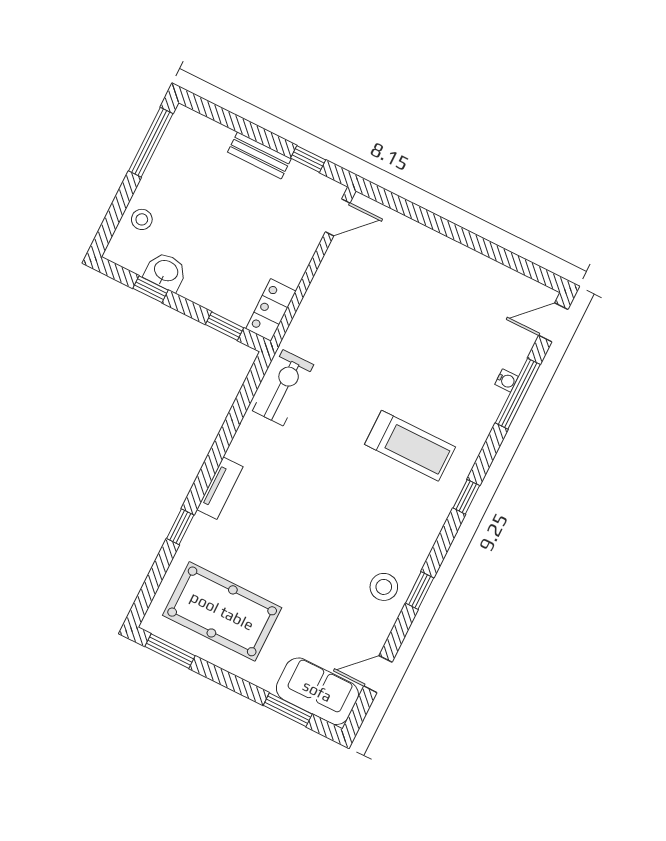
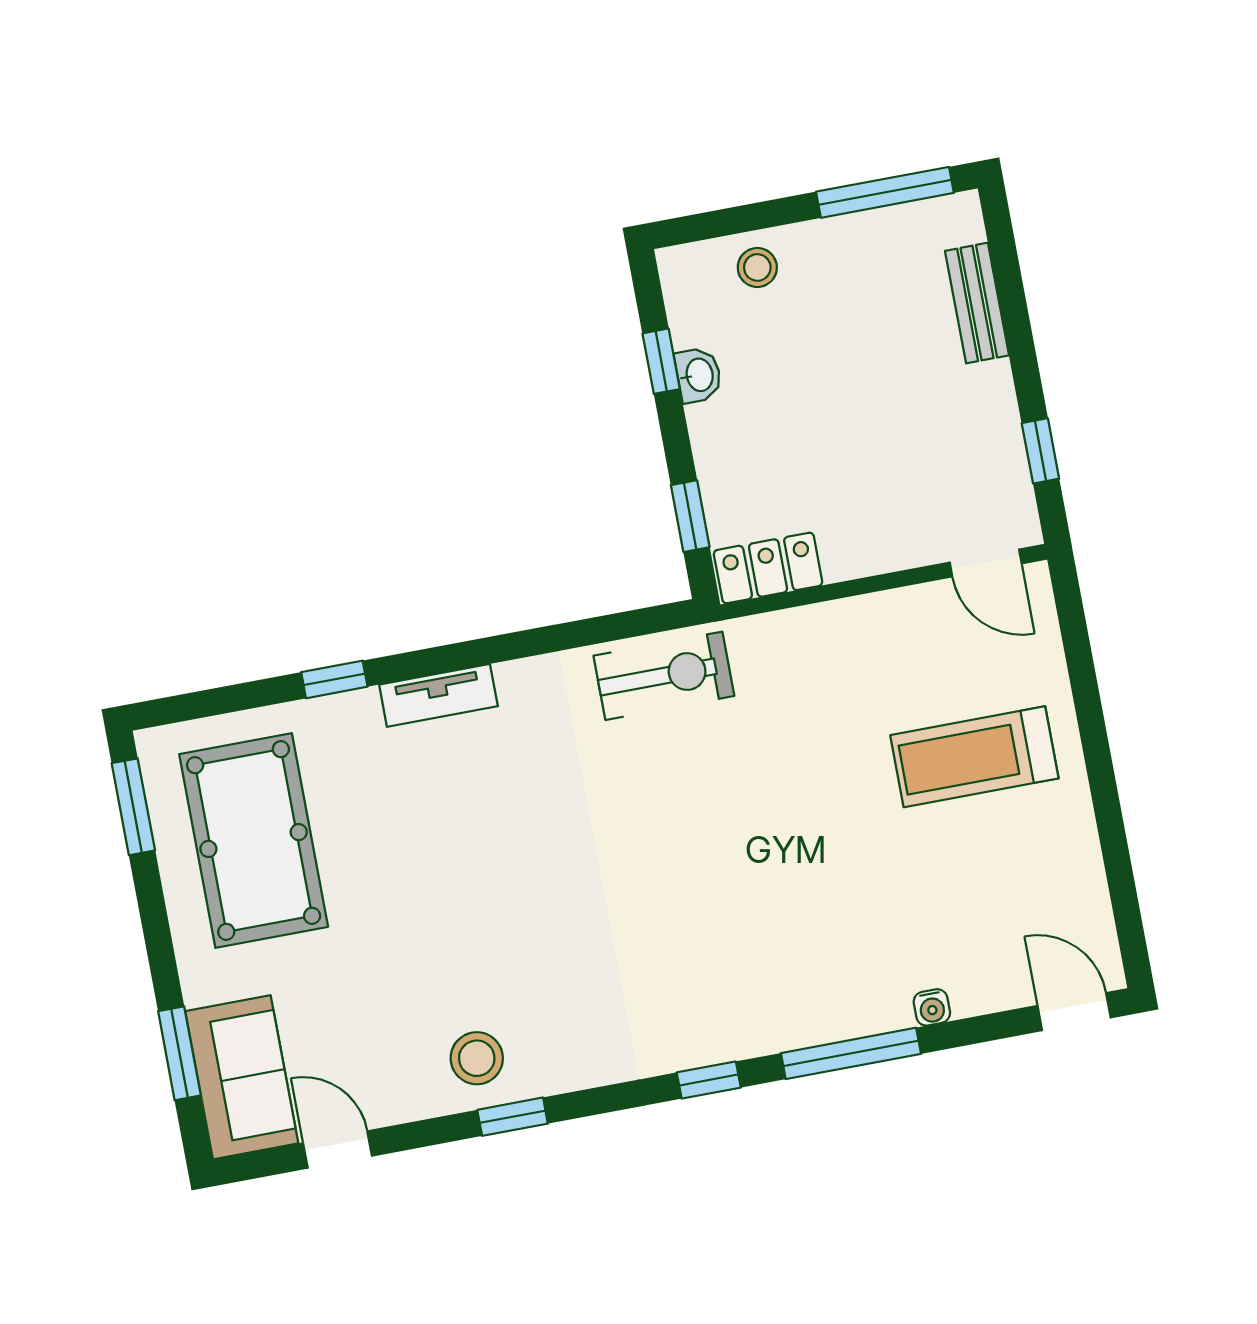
bench: (259, 155) -> (977, 303), moved
washbasin: (166, 271) -> (698, 375), width x0.72, depth x0.69
window: (518, 394) -> (851, 1053), moved
treadmill: (410, 446) -> (974, 757), moved, turned 90

